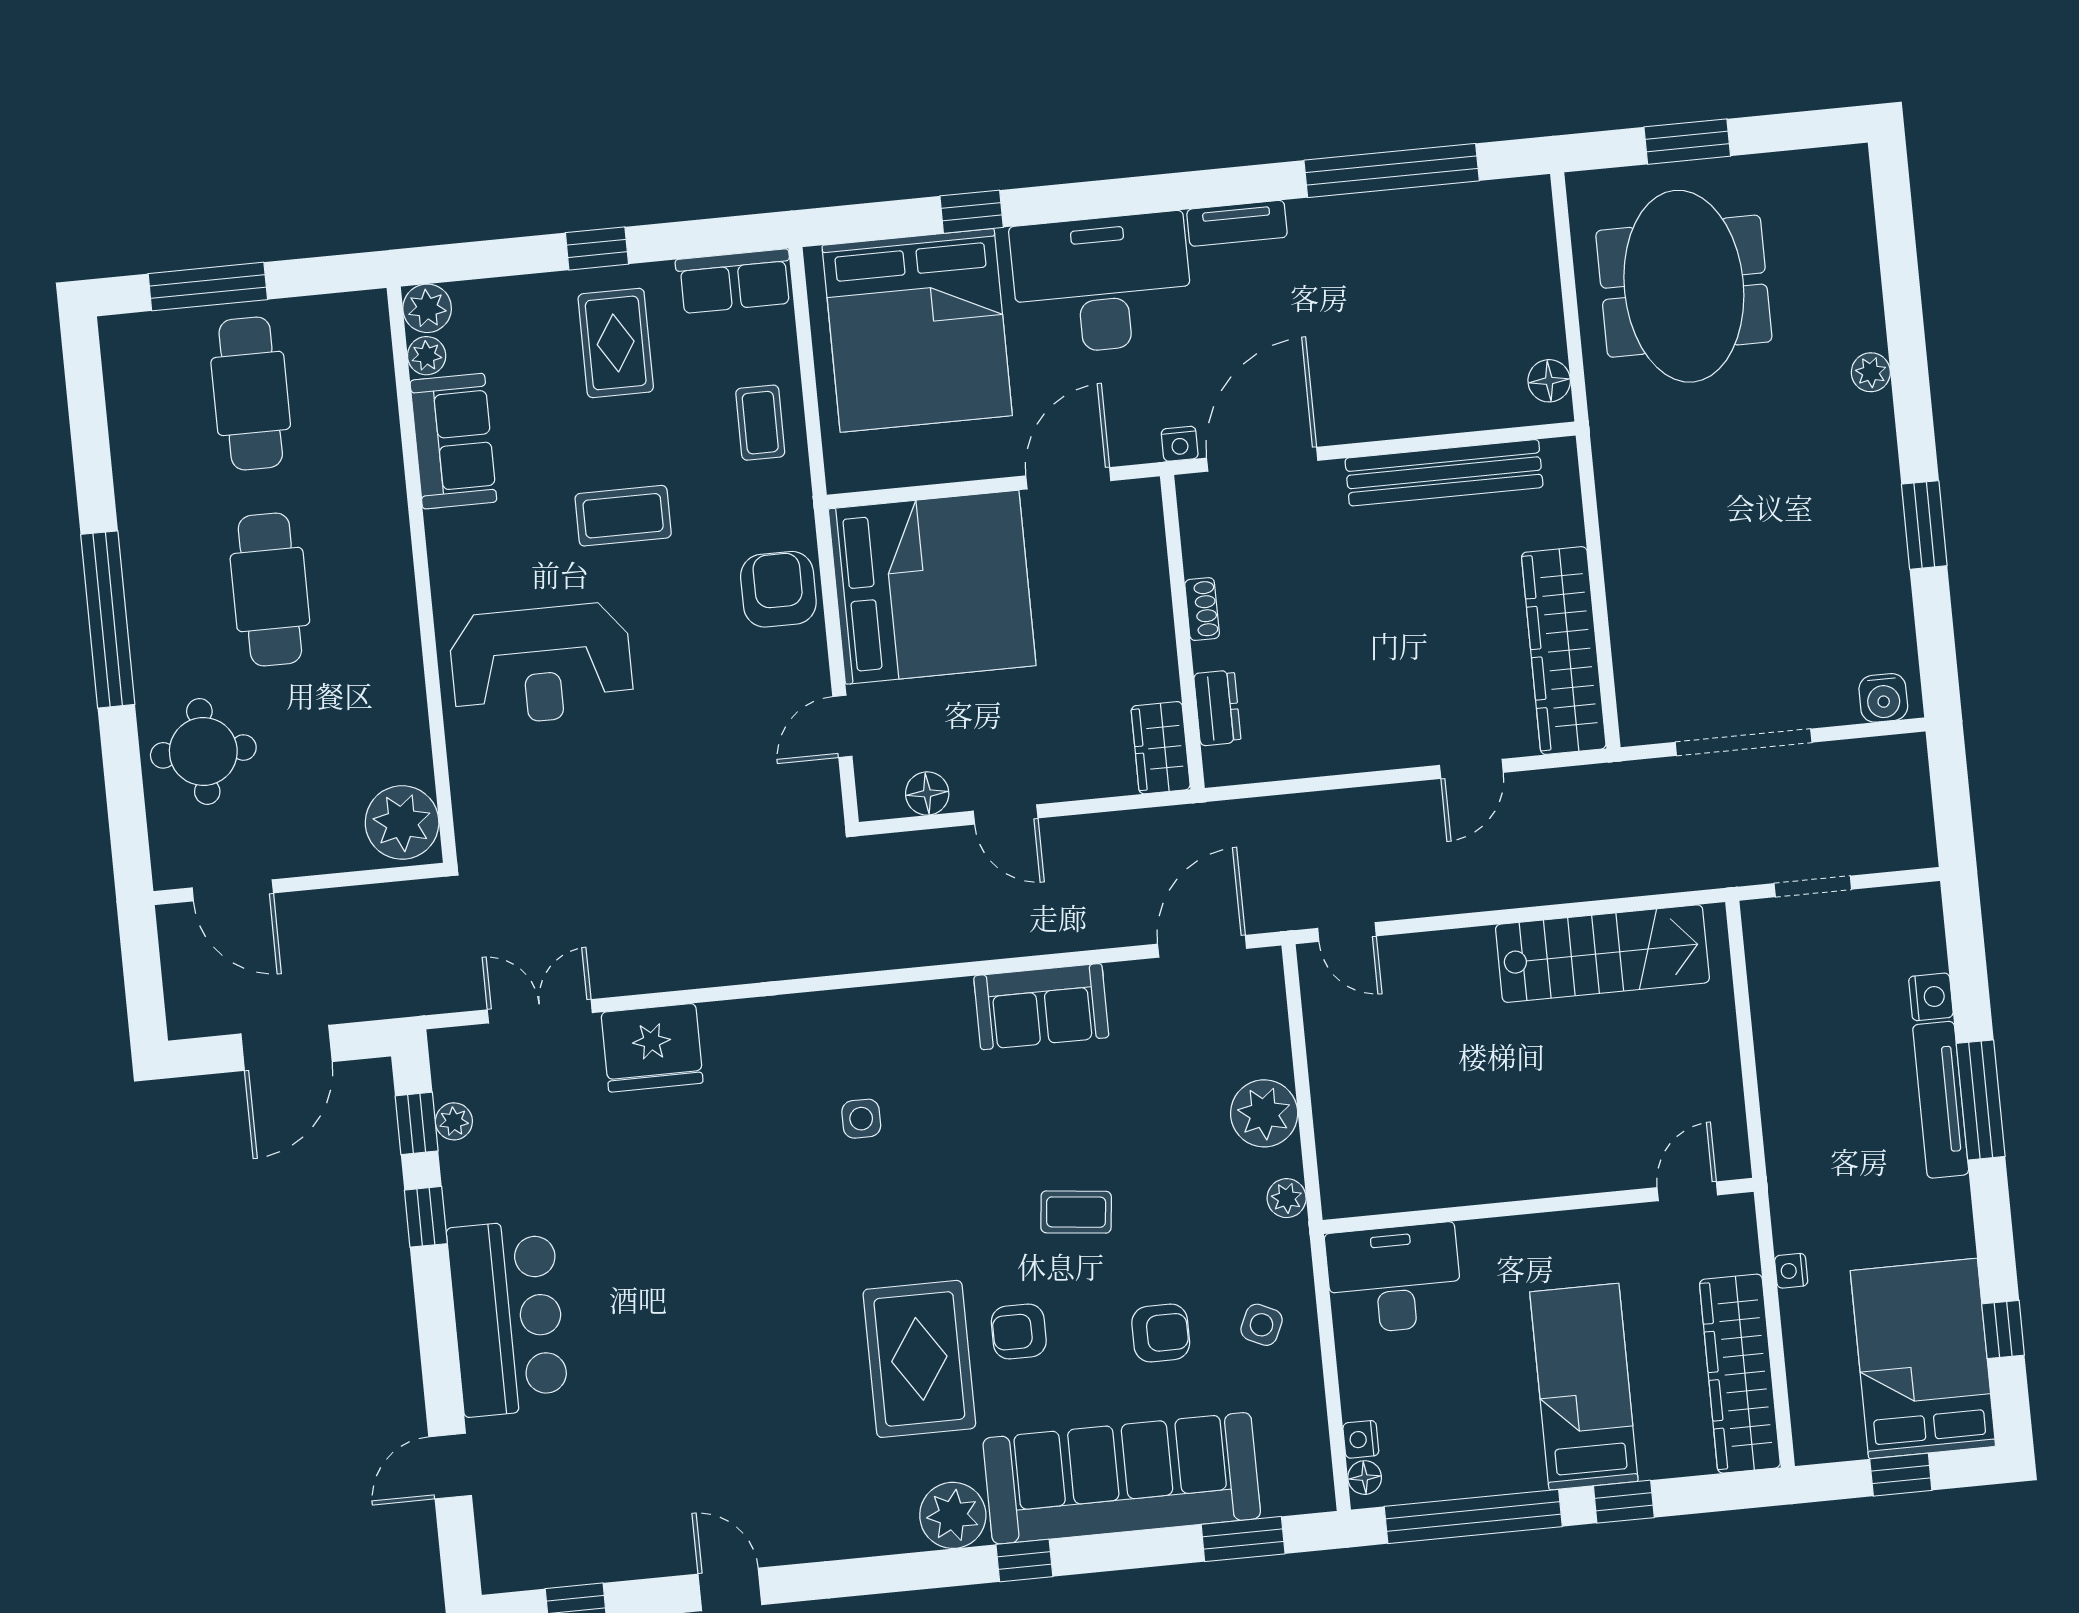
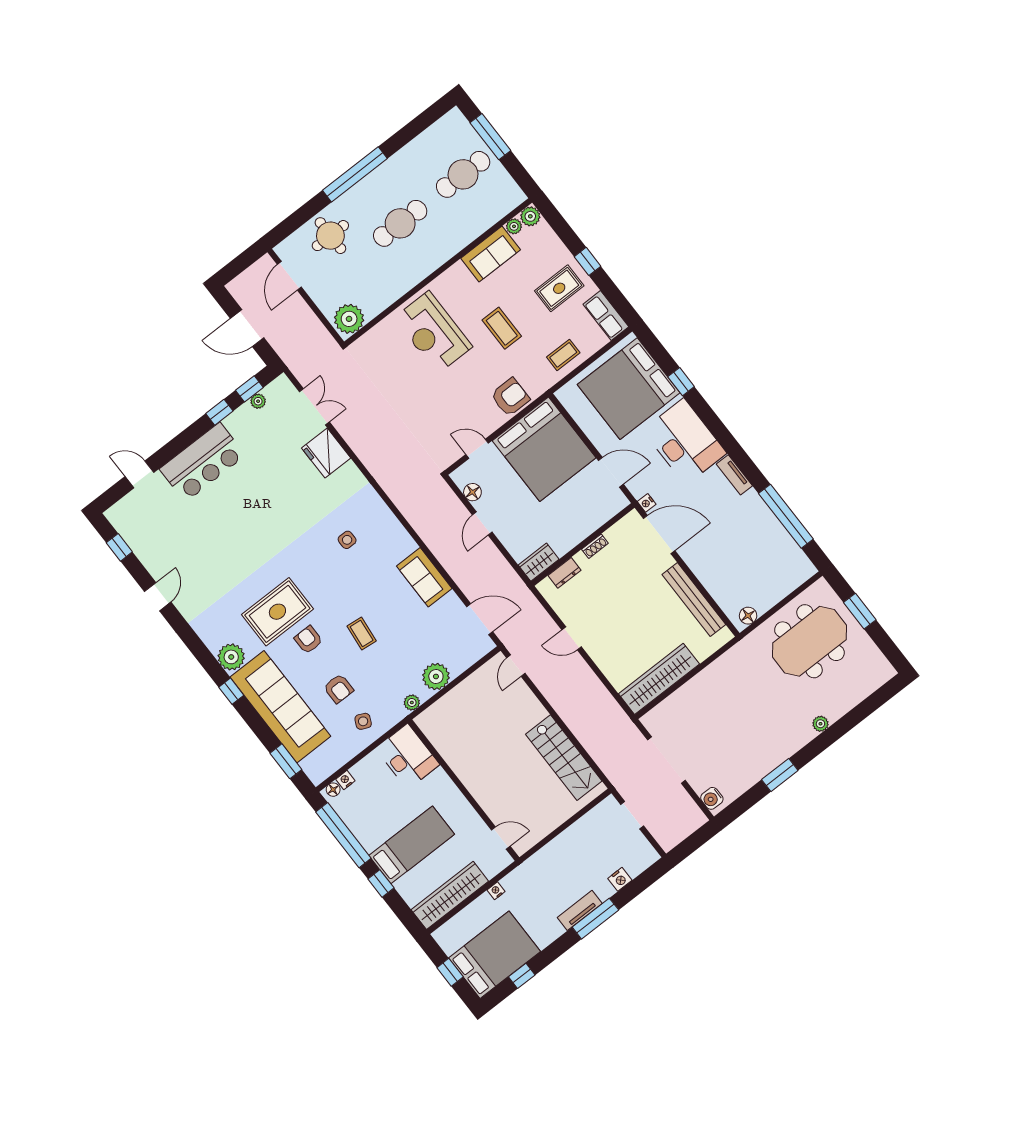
door: (1471, 769) -> (572, 638), moved
tv unit: (1941, 1100) -> (580, 910), width x0.71

